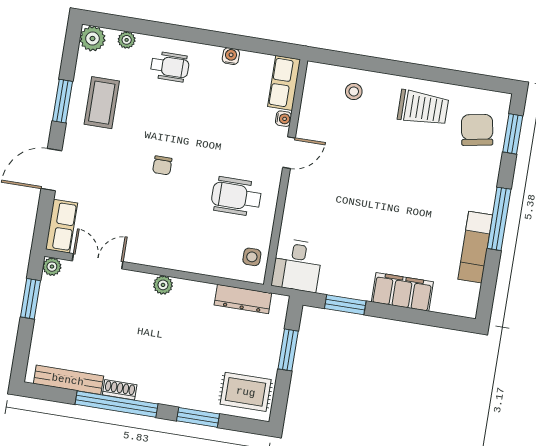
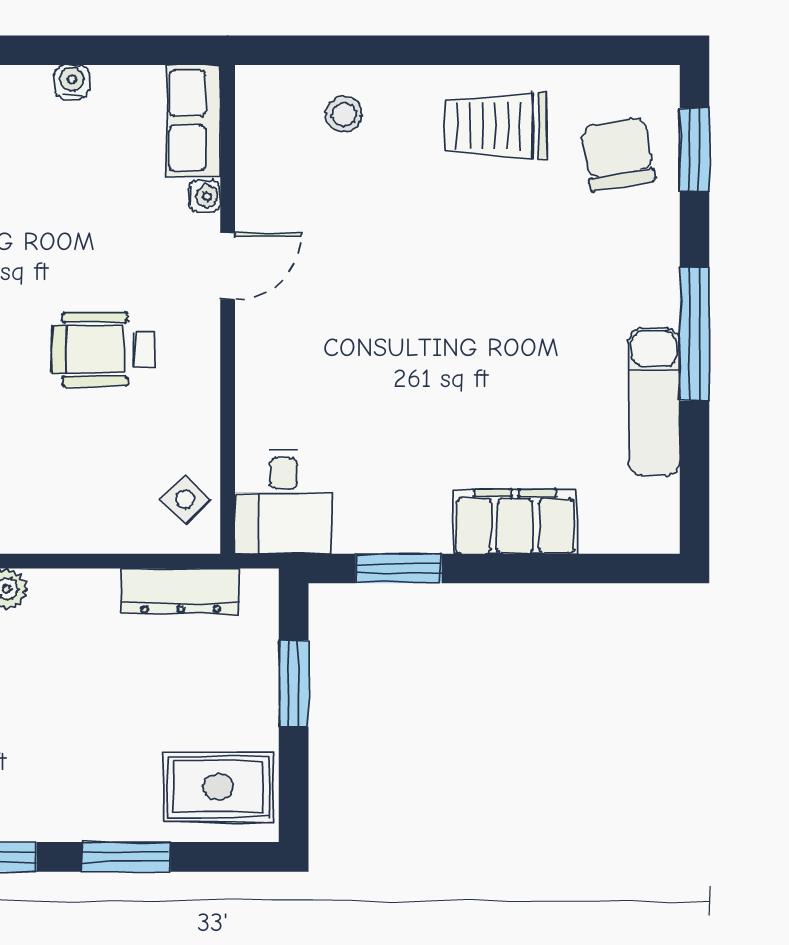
trolley: (423, 108) -> (496, 126), turned 180
wheelchair: (236, 197) -> (103, 349), moved
side table: (252, 257) -> (185, 499), turned 45

